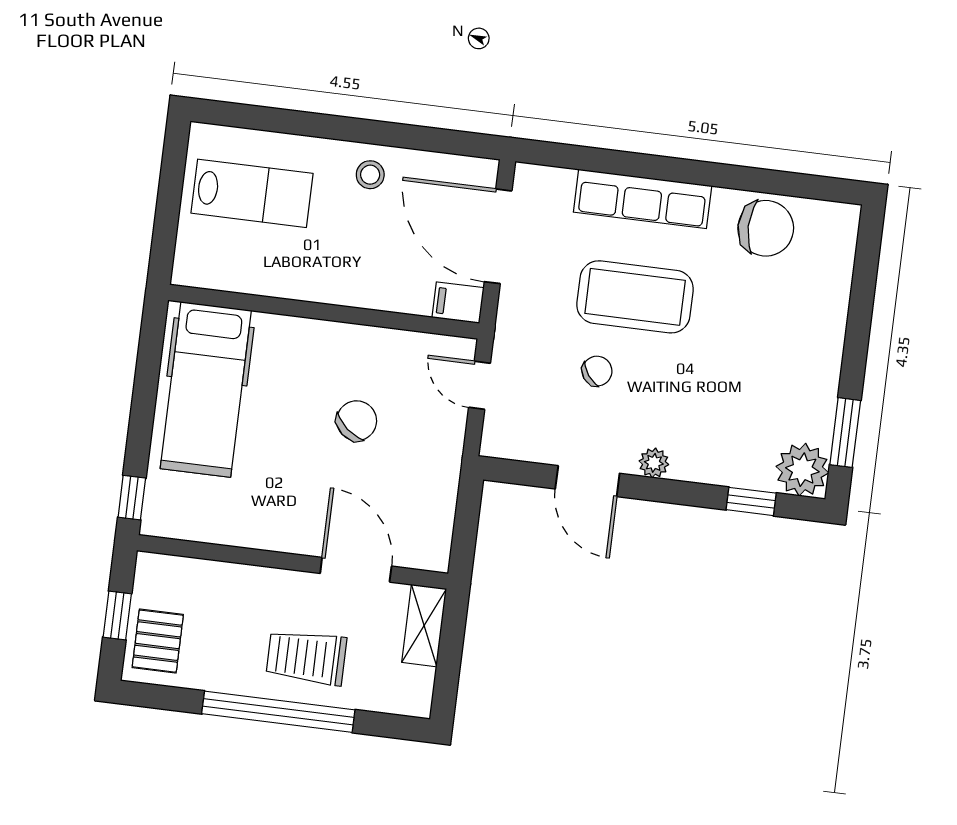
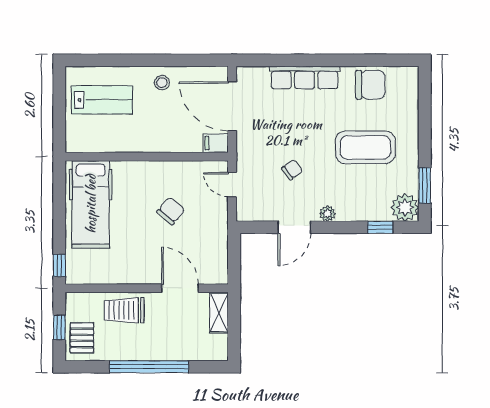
coffee table: (635, 297) -> (365, 147), moved
door: (587, 481) -> (294, 227), hinge flipped
trolley: (306, 657) -> (124, 310), moved

